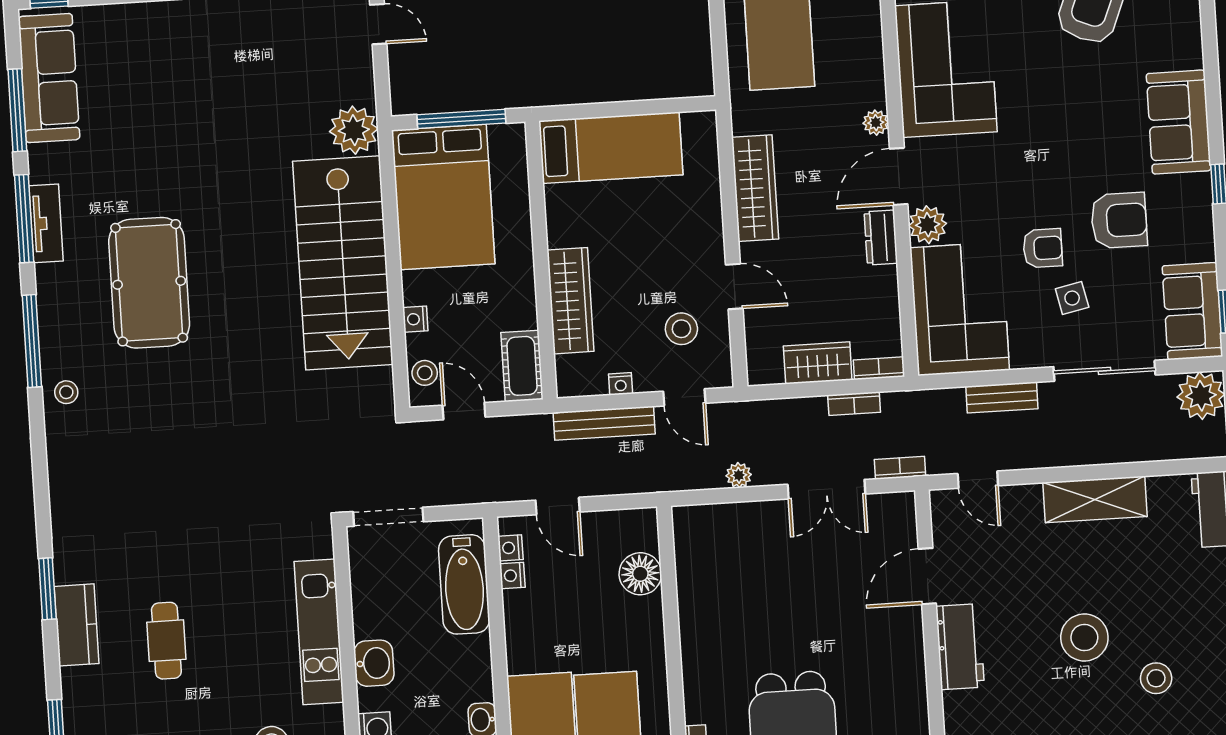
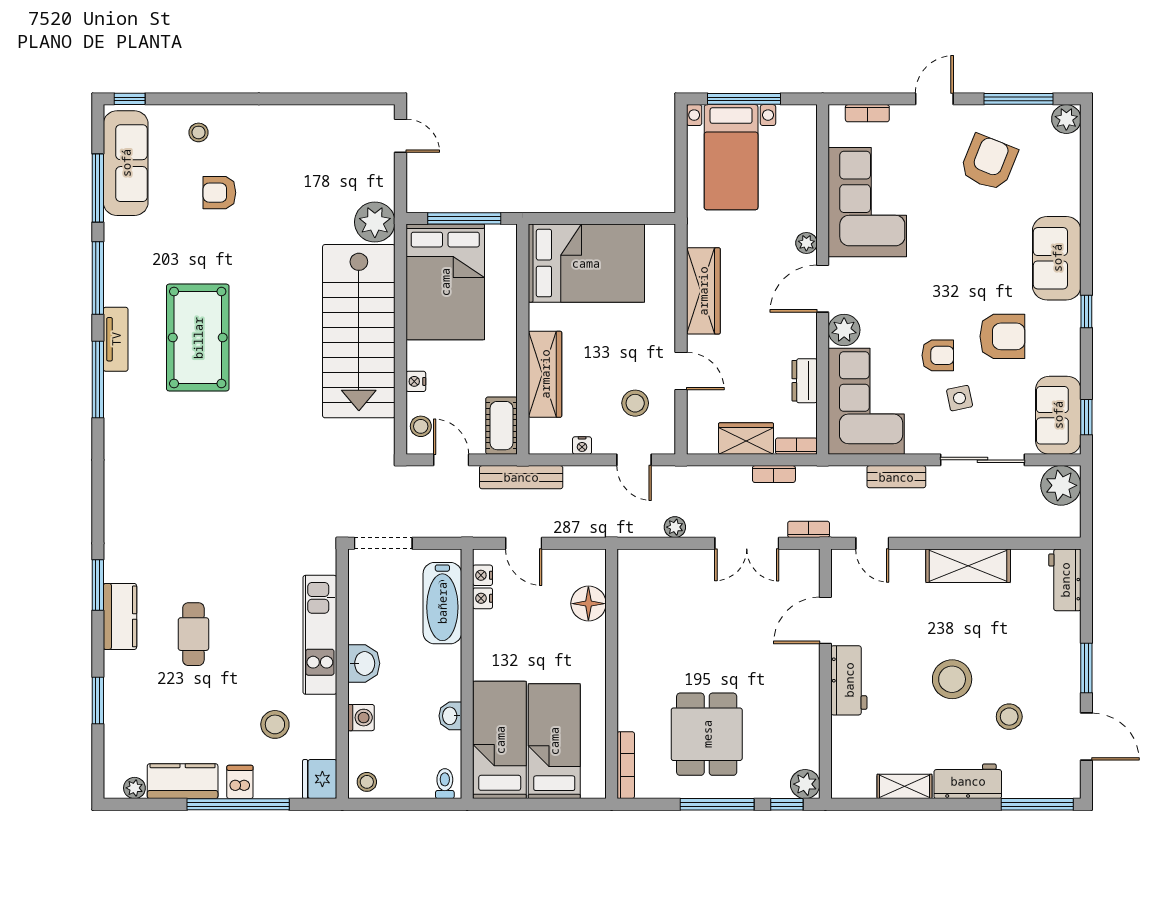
armchair: (164, 106) -> (219, 193), added
bed: (611, 148) -> (586, 263), width x1.50
tv unit: (46, 223) -> (116, 339), moved
dresser: (881, 238) -> (805, 381), moved
stool: (66, 392) -> (199, 132), moved
bench: (604, 423) -> (521, 477), moved

